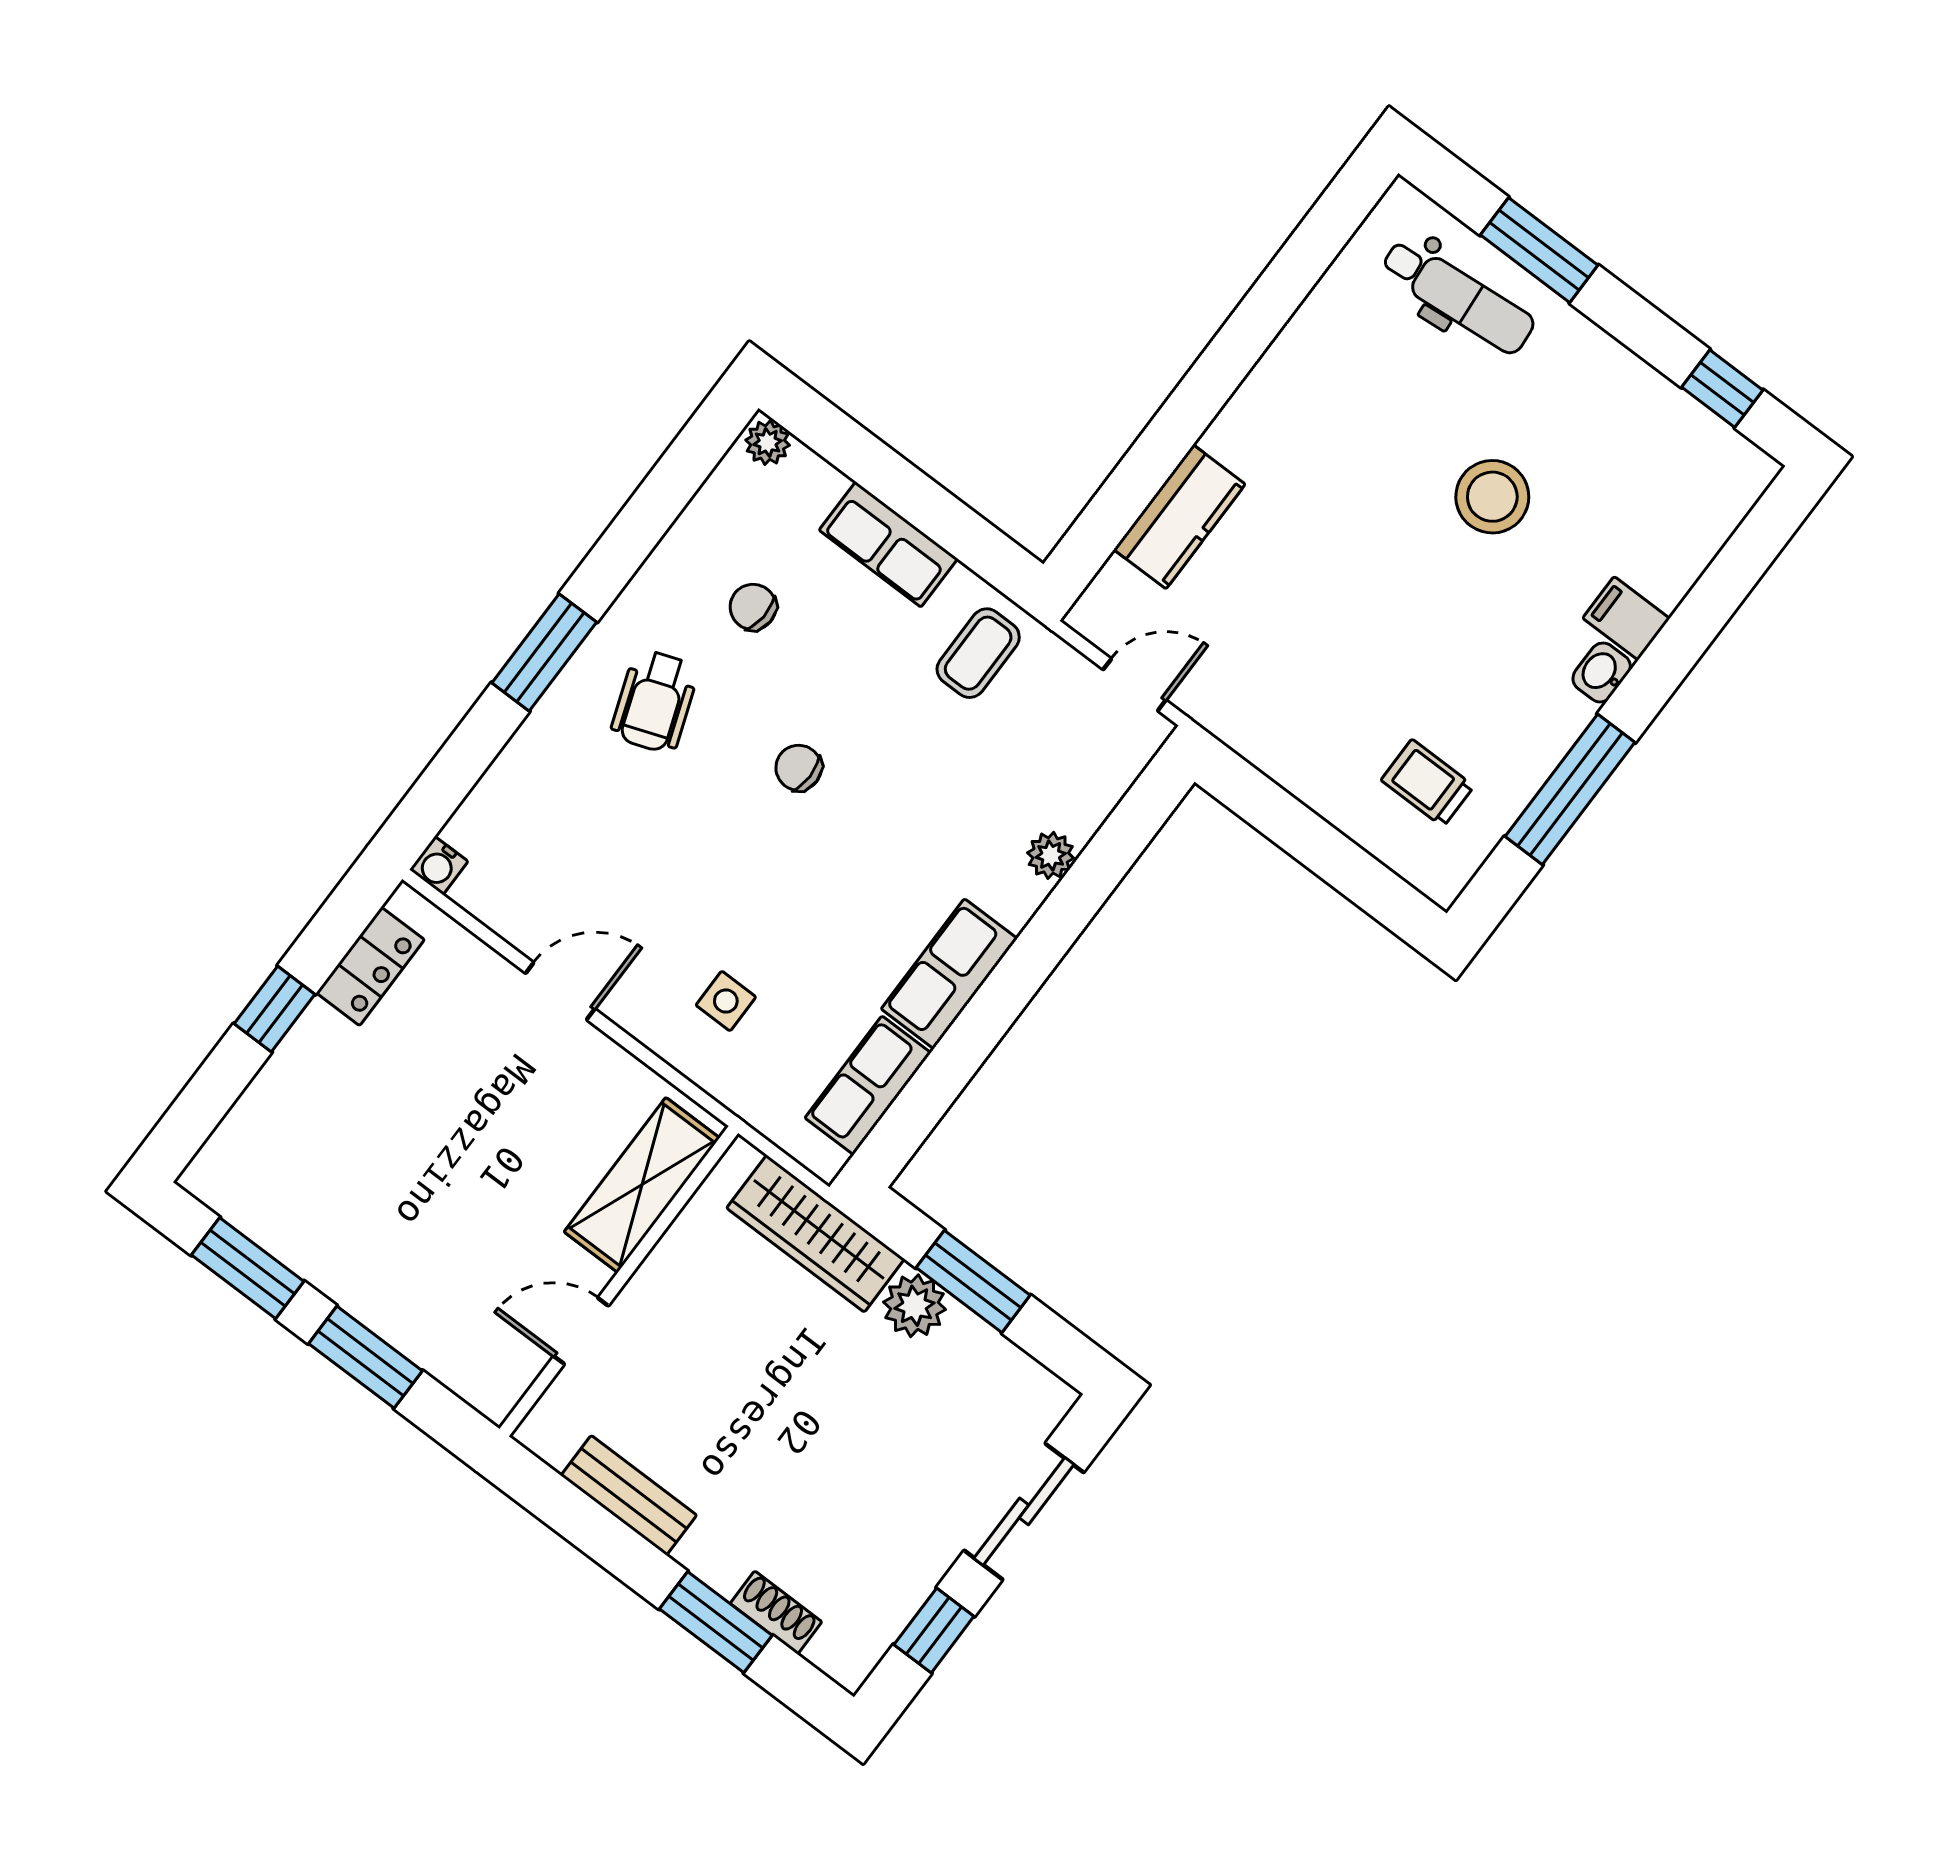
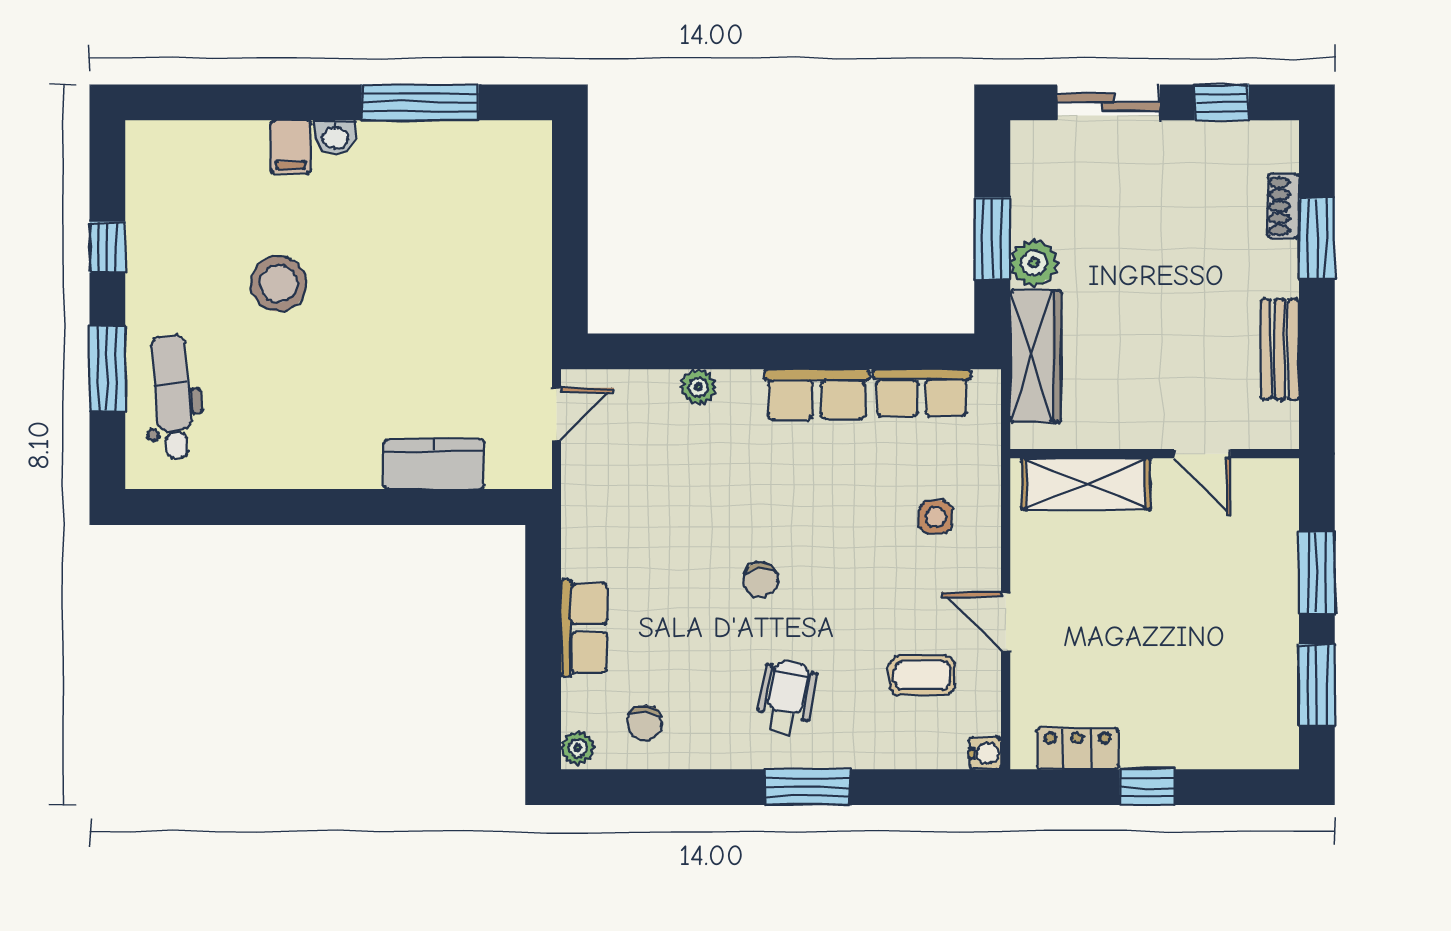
window: (1722, 389) -> (107, 247), moved
chair: (753, 607) -> (645, 723), moved
coffee table: (978, 653) -> (922, 675), moved
door: (1135, 685) -> (556, 414), swing flipped
wheelchair: (655, 701) -> (786, 698), turned -59
trolley: (1427, 783) -> (482, 192), removed

